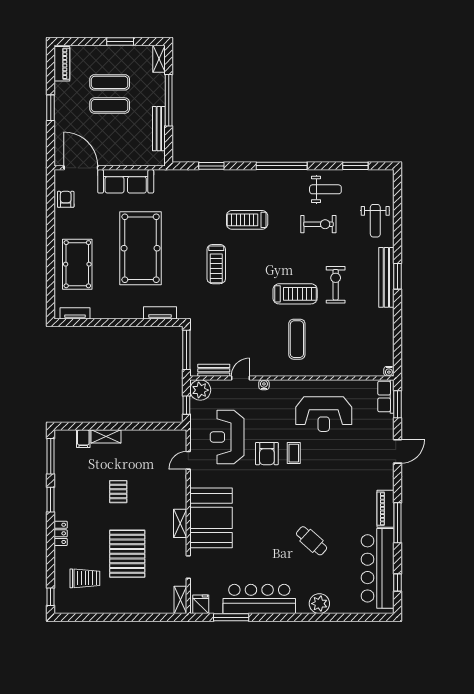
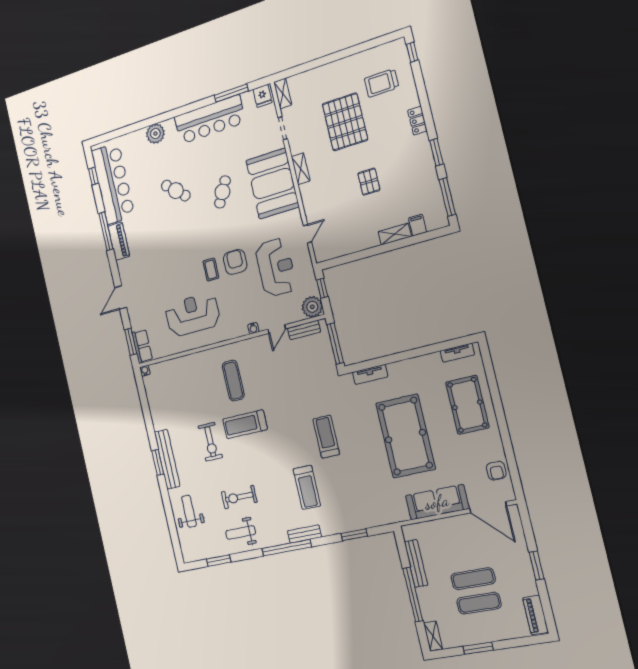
bench: (260, 176) -> (304, 534), added
treadmill: (247, 220) -> (307, 487), turned 90
cafe table: (263, 525) -> (222, 192), added

